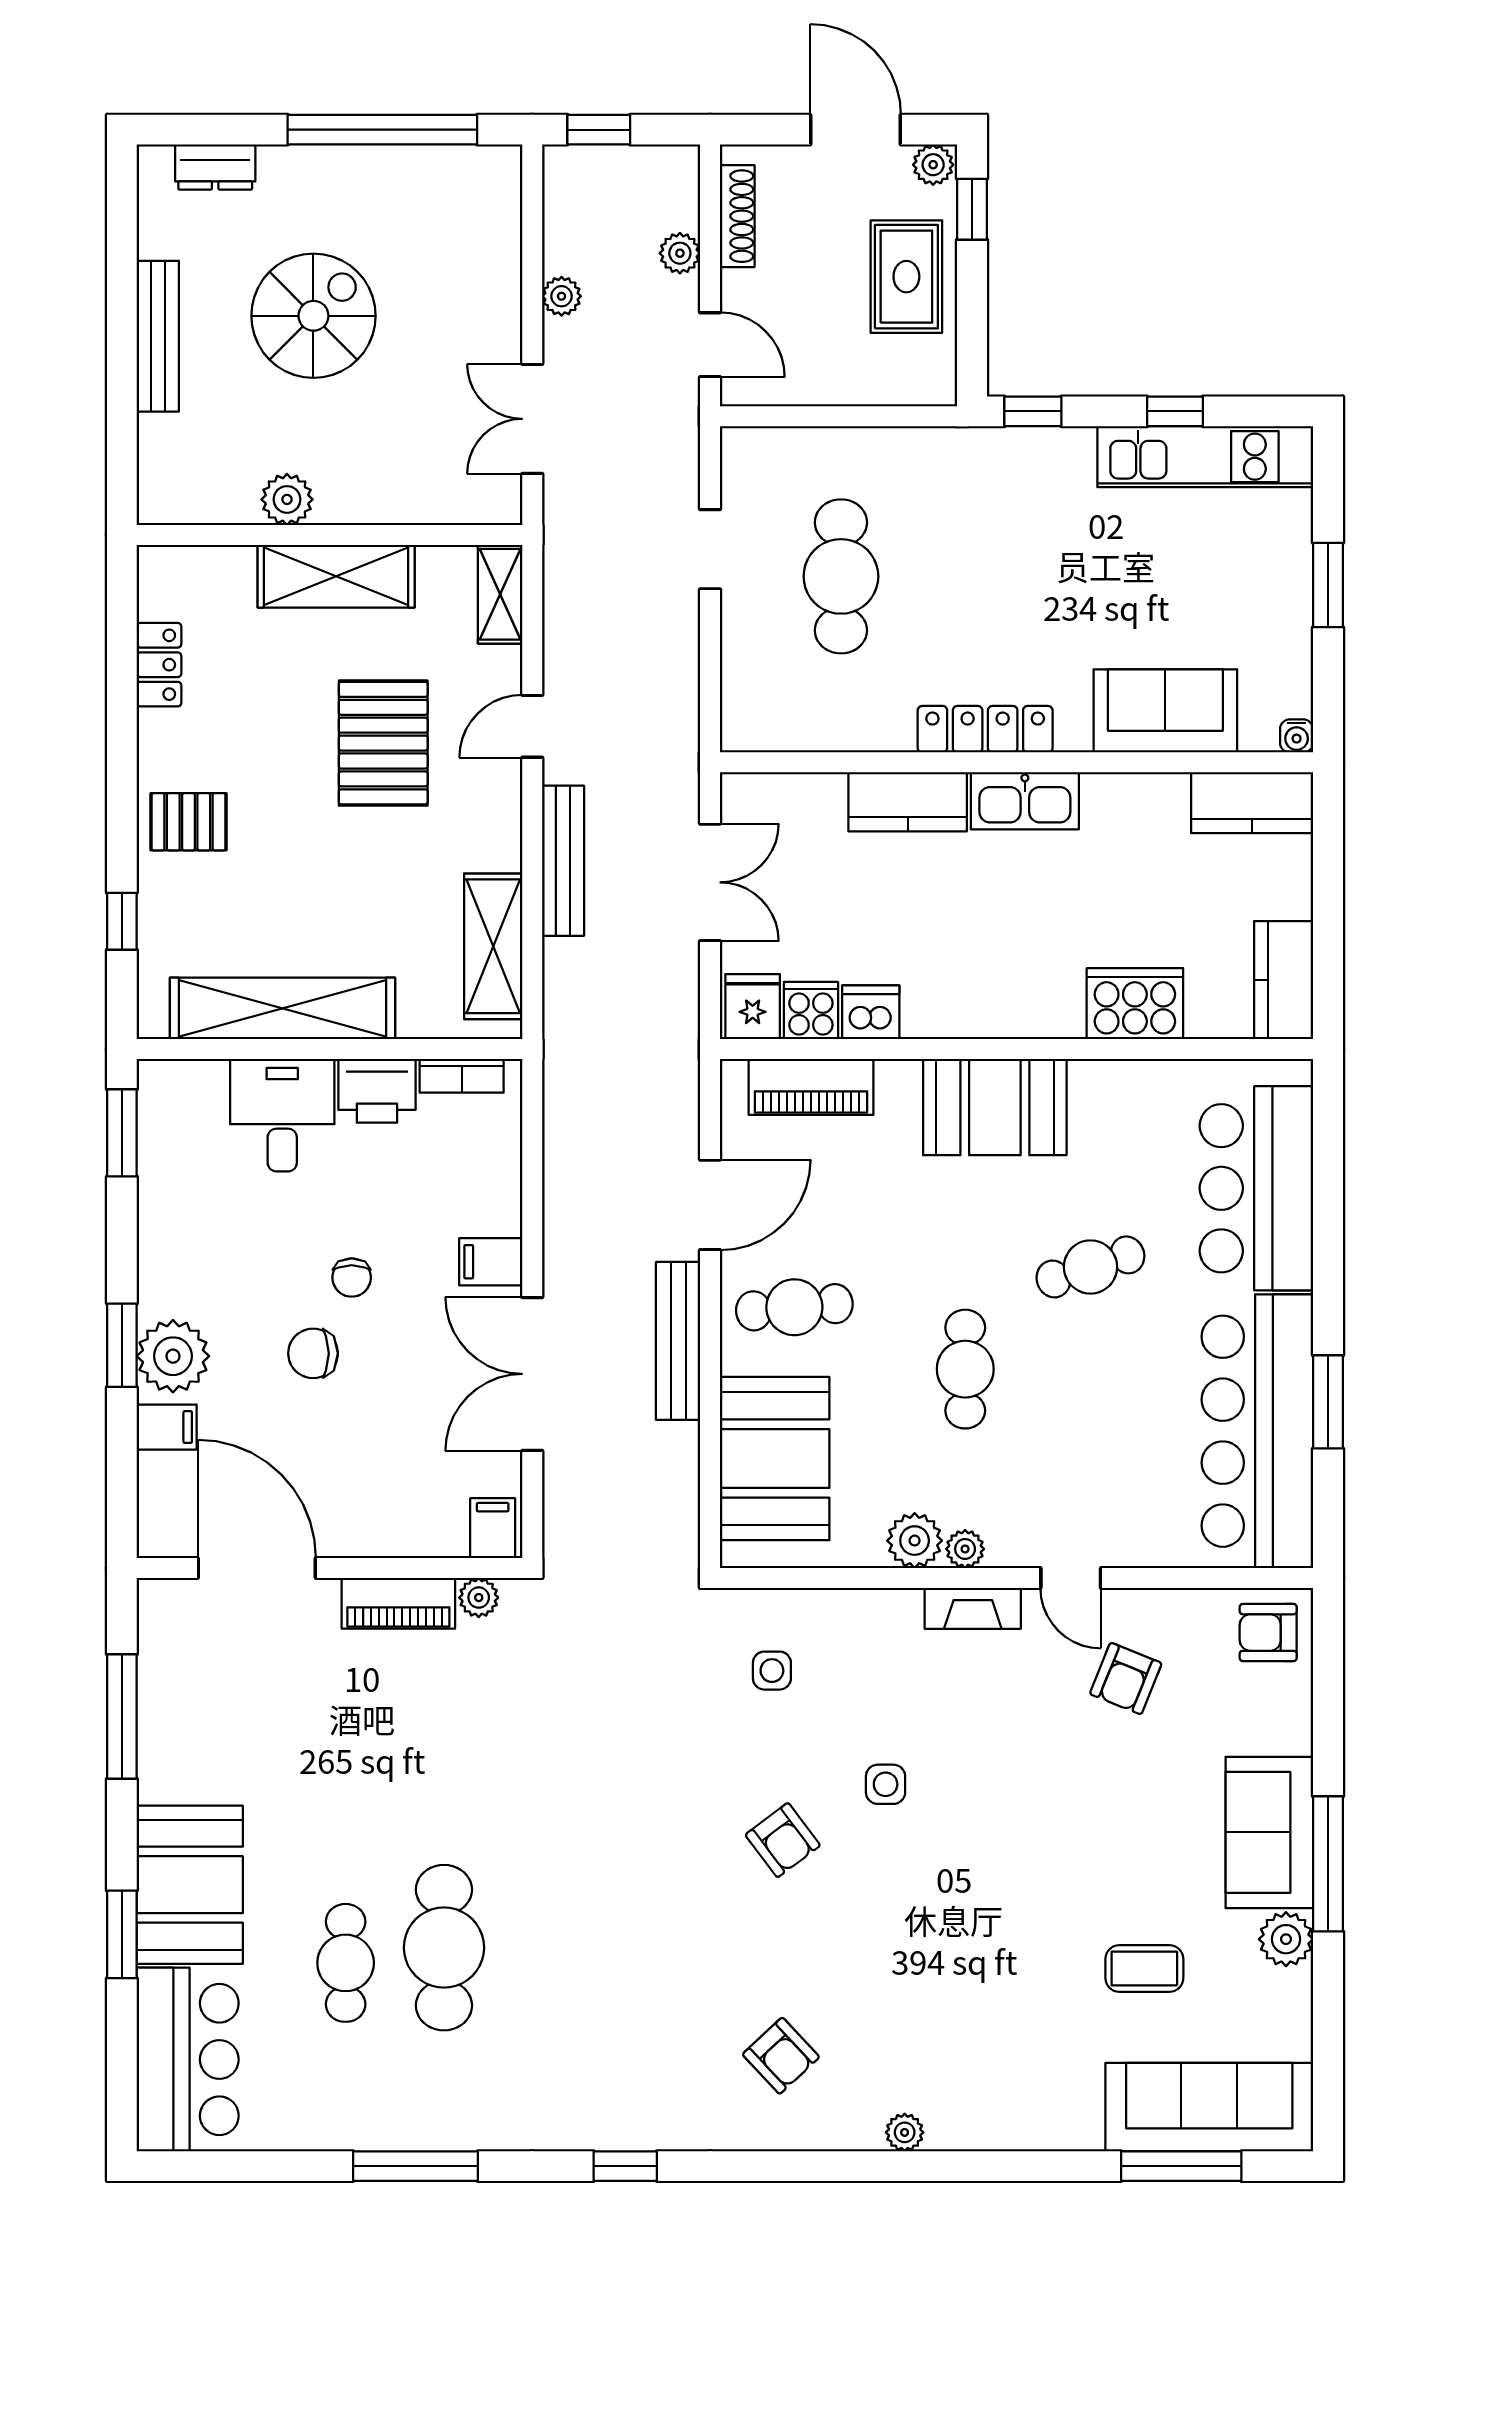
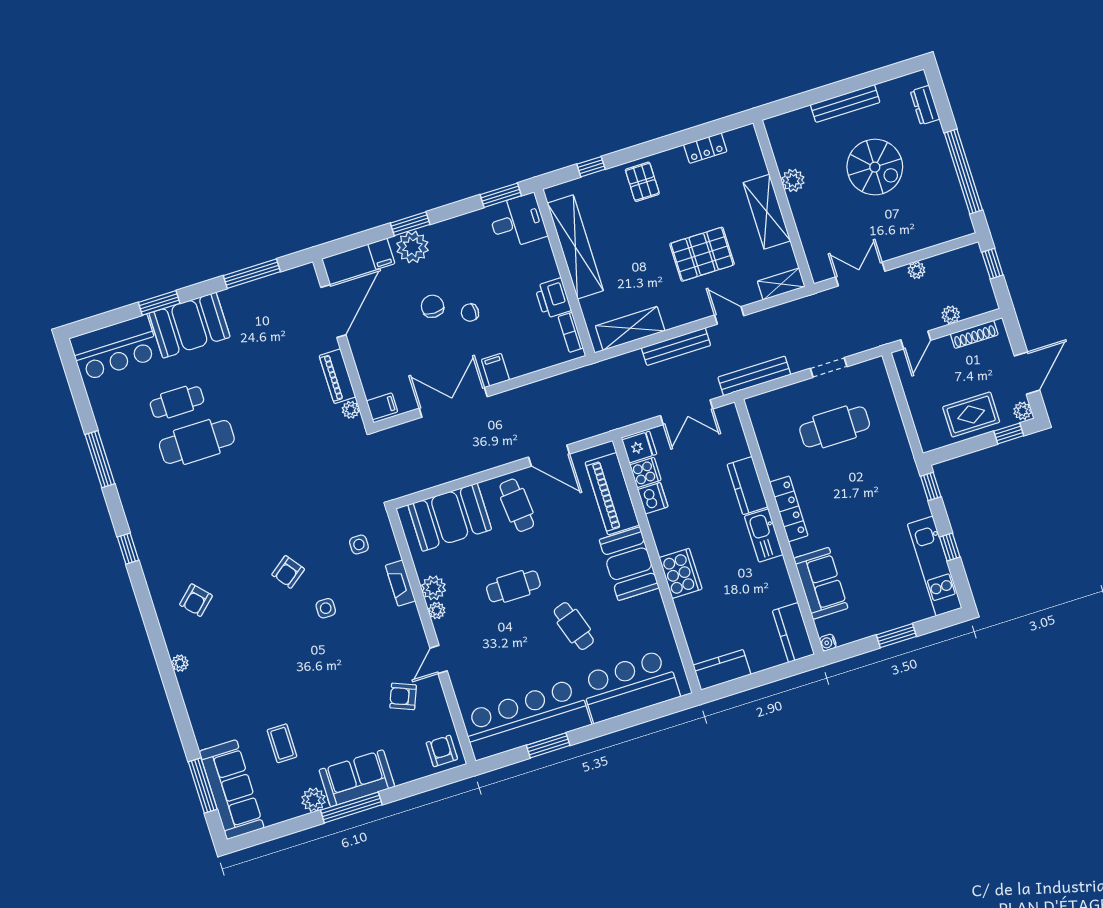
cooker: (1135, 1004) -> (681, 573), moved
piano: (811, 1087) -> (612, 494), width x1.37, depth x1.33
desk: (282, 1115) -> (517, 221), moved
bench: (678, 1341) -> (754, 376), moved
fireplace: (973, 1608) -> (400, 583), moved

